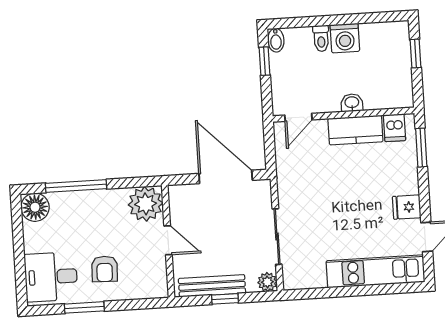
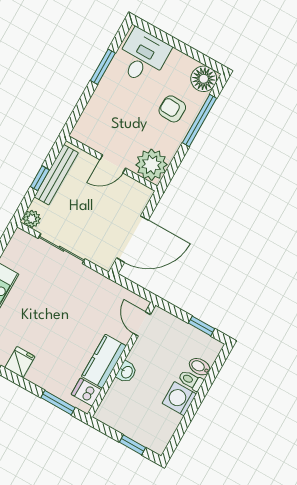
bidet: (276, 40) -> (200, 367), moved
armchair: (105, 269) -> (172, 109), moved

